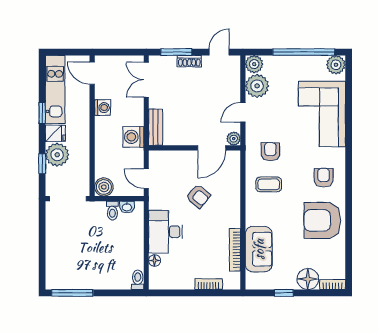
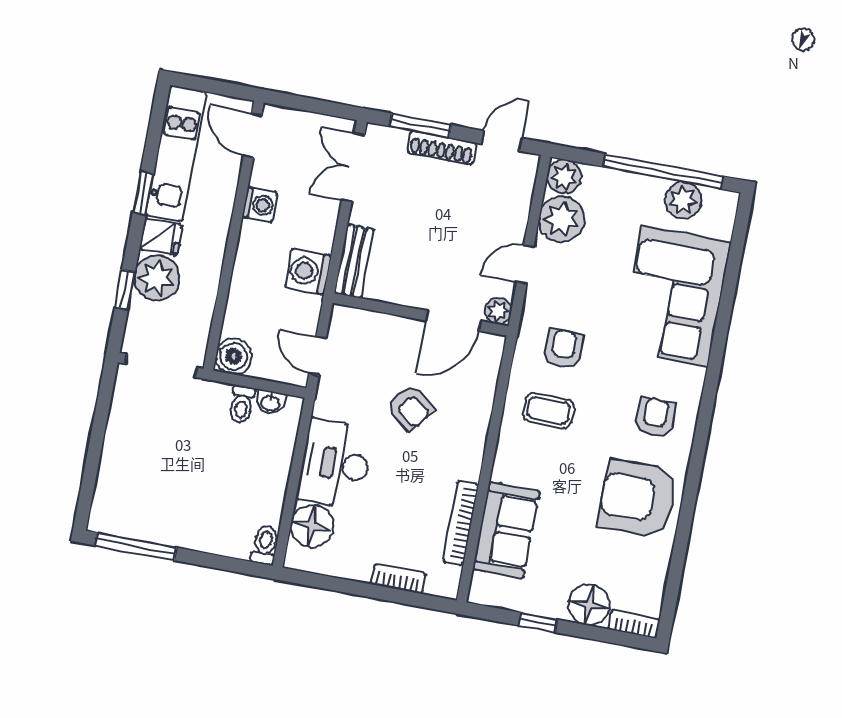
shoe rack: (189, 61) -> (442, 148), width x1.43
plant: (336, 65) -> (683, 200), moved
floor lamp: (155, 260) -> (312, 526), width x1.89, depth x1.89

